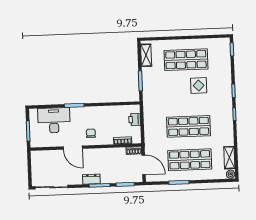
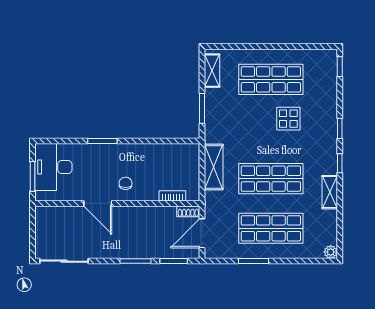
desk: (54, 120) -> (53, 167), moved, turned -90
printer: (135, 120) -> (191, 165), removed
shelving: (150, 120) -> (214, 167), added
shelving: (229, 158) -> (330, 192), moved
door: (144, 165) -> (202, 233), swing flipped
dresser: (91, 179) -> (124, 251), removed

